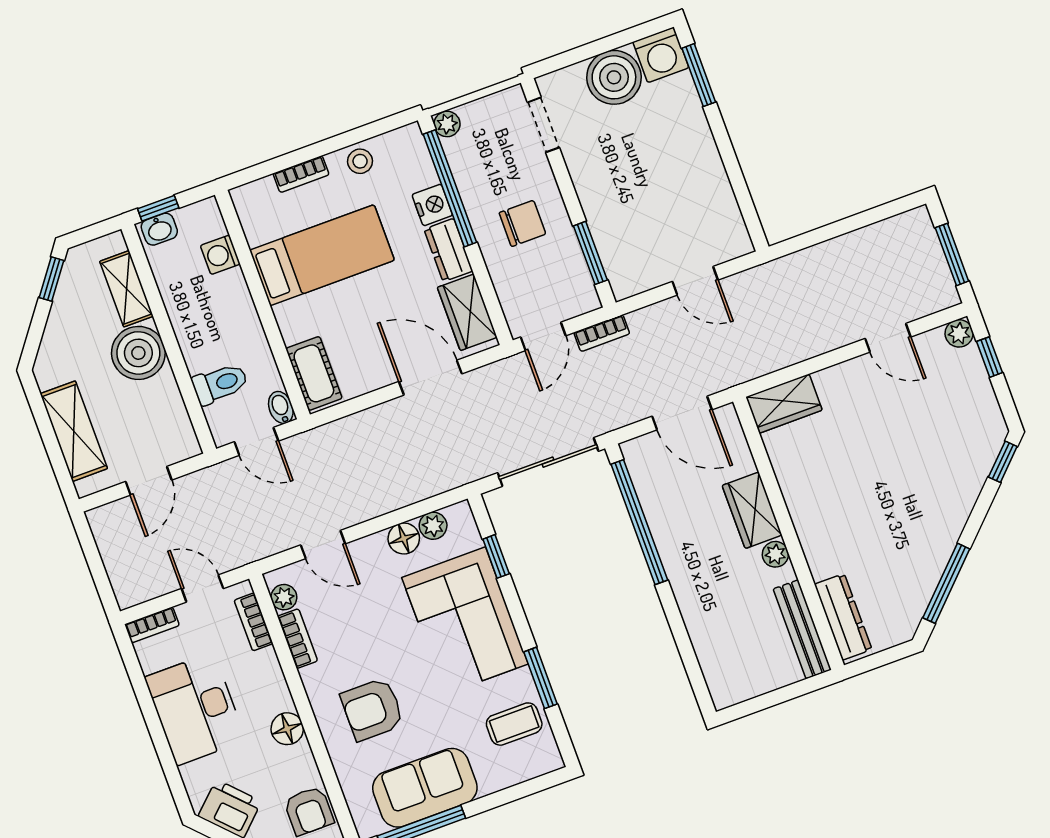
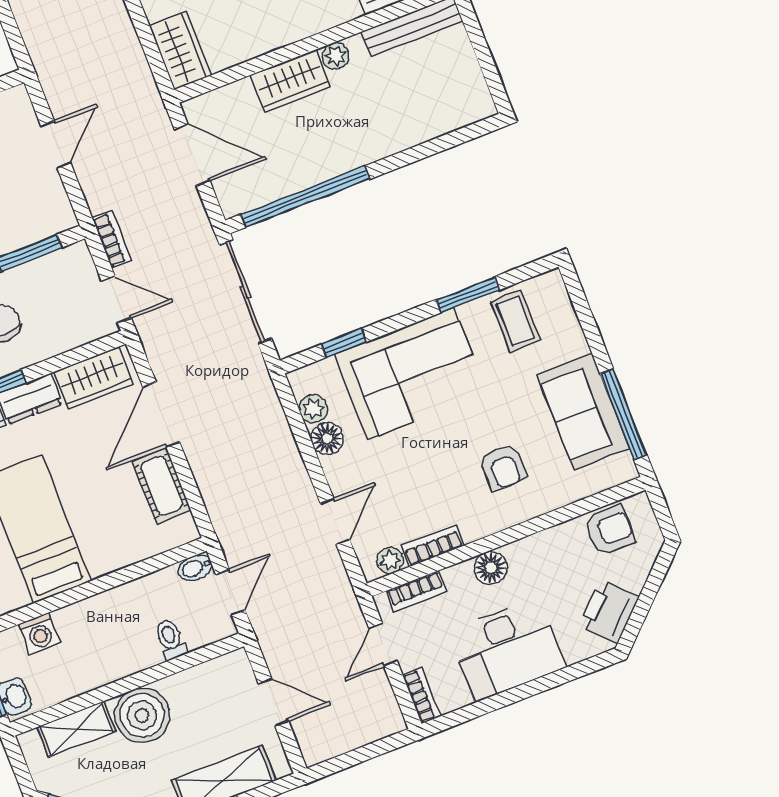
cot: (314, 373) -> (162, 486), moved, turned 90
toilet: (220, 384) -> (171, 639), width x0.73, depth x0.72
door: (682, 413) -> (192, 155), hinge flipped
armchair: (372, 709) -> (504, 467), width x0.72, depth x0.72
floor lamp: (287, 729) -> (491, 568), moved

